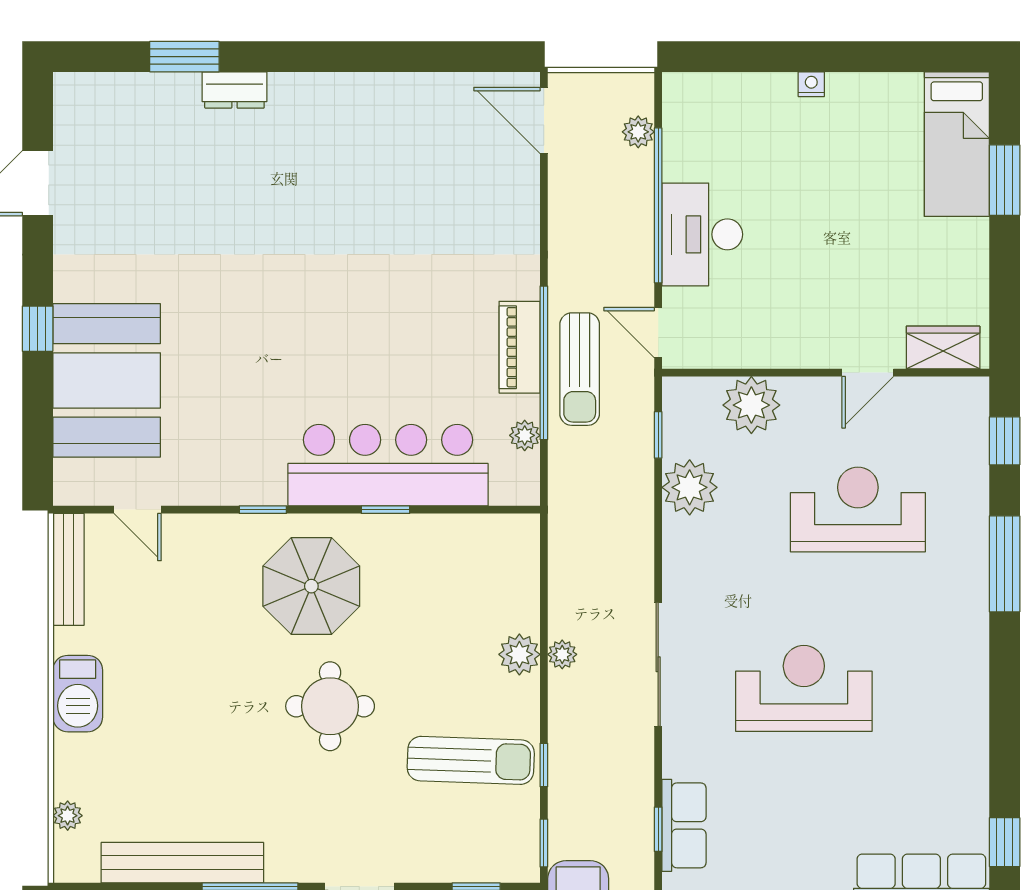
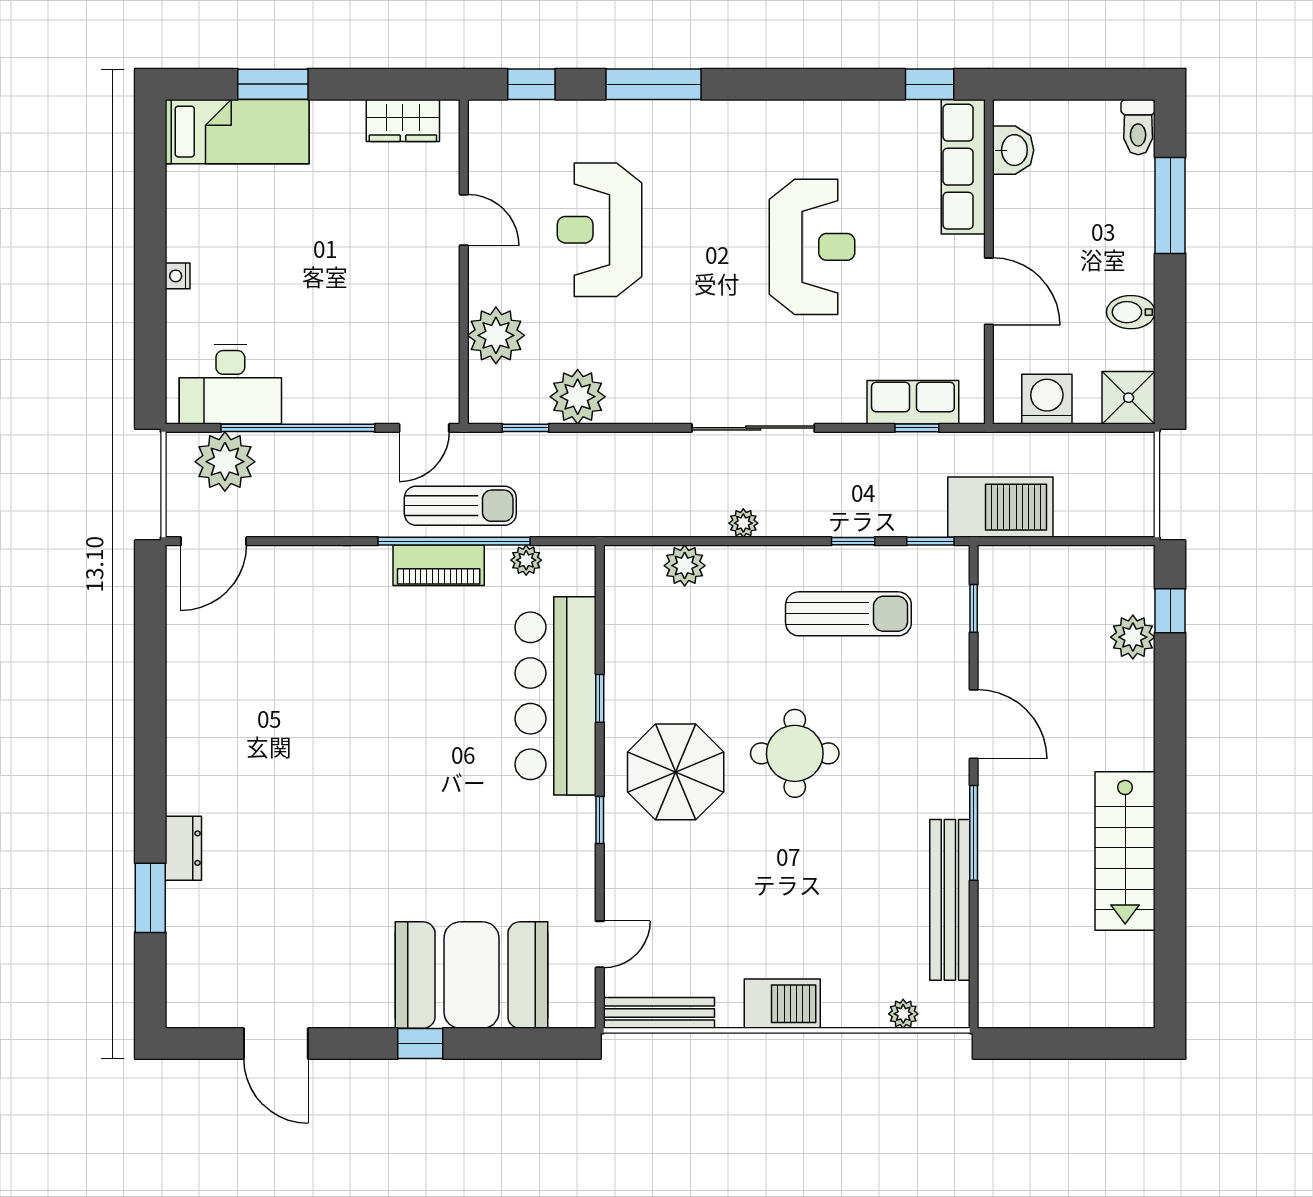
plant: (638, 132) -> (225, 462), width x1.87, depth x1.87
desk: (702, 234) -> (230, 384), moved
wardrobe: (943, 347) -> (403, 120), moved, turned -90
plant: (519, 654) -> (685, 566), moved
reception desk: (804, 688) -> (812, 247), moved, turned 180
sun lounger: (471, 760) -> (848, 614), turned 88

